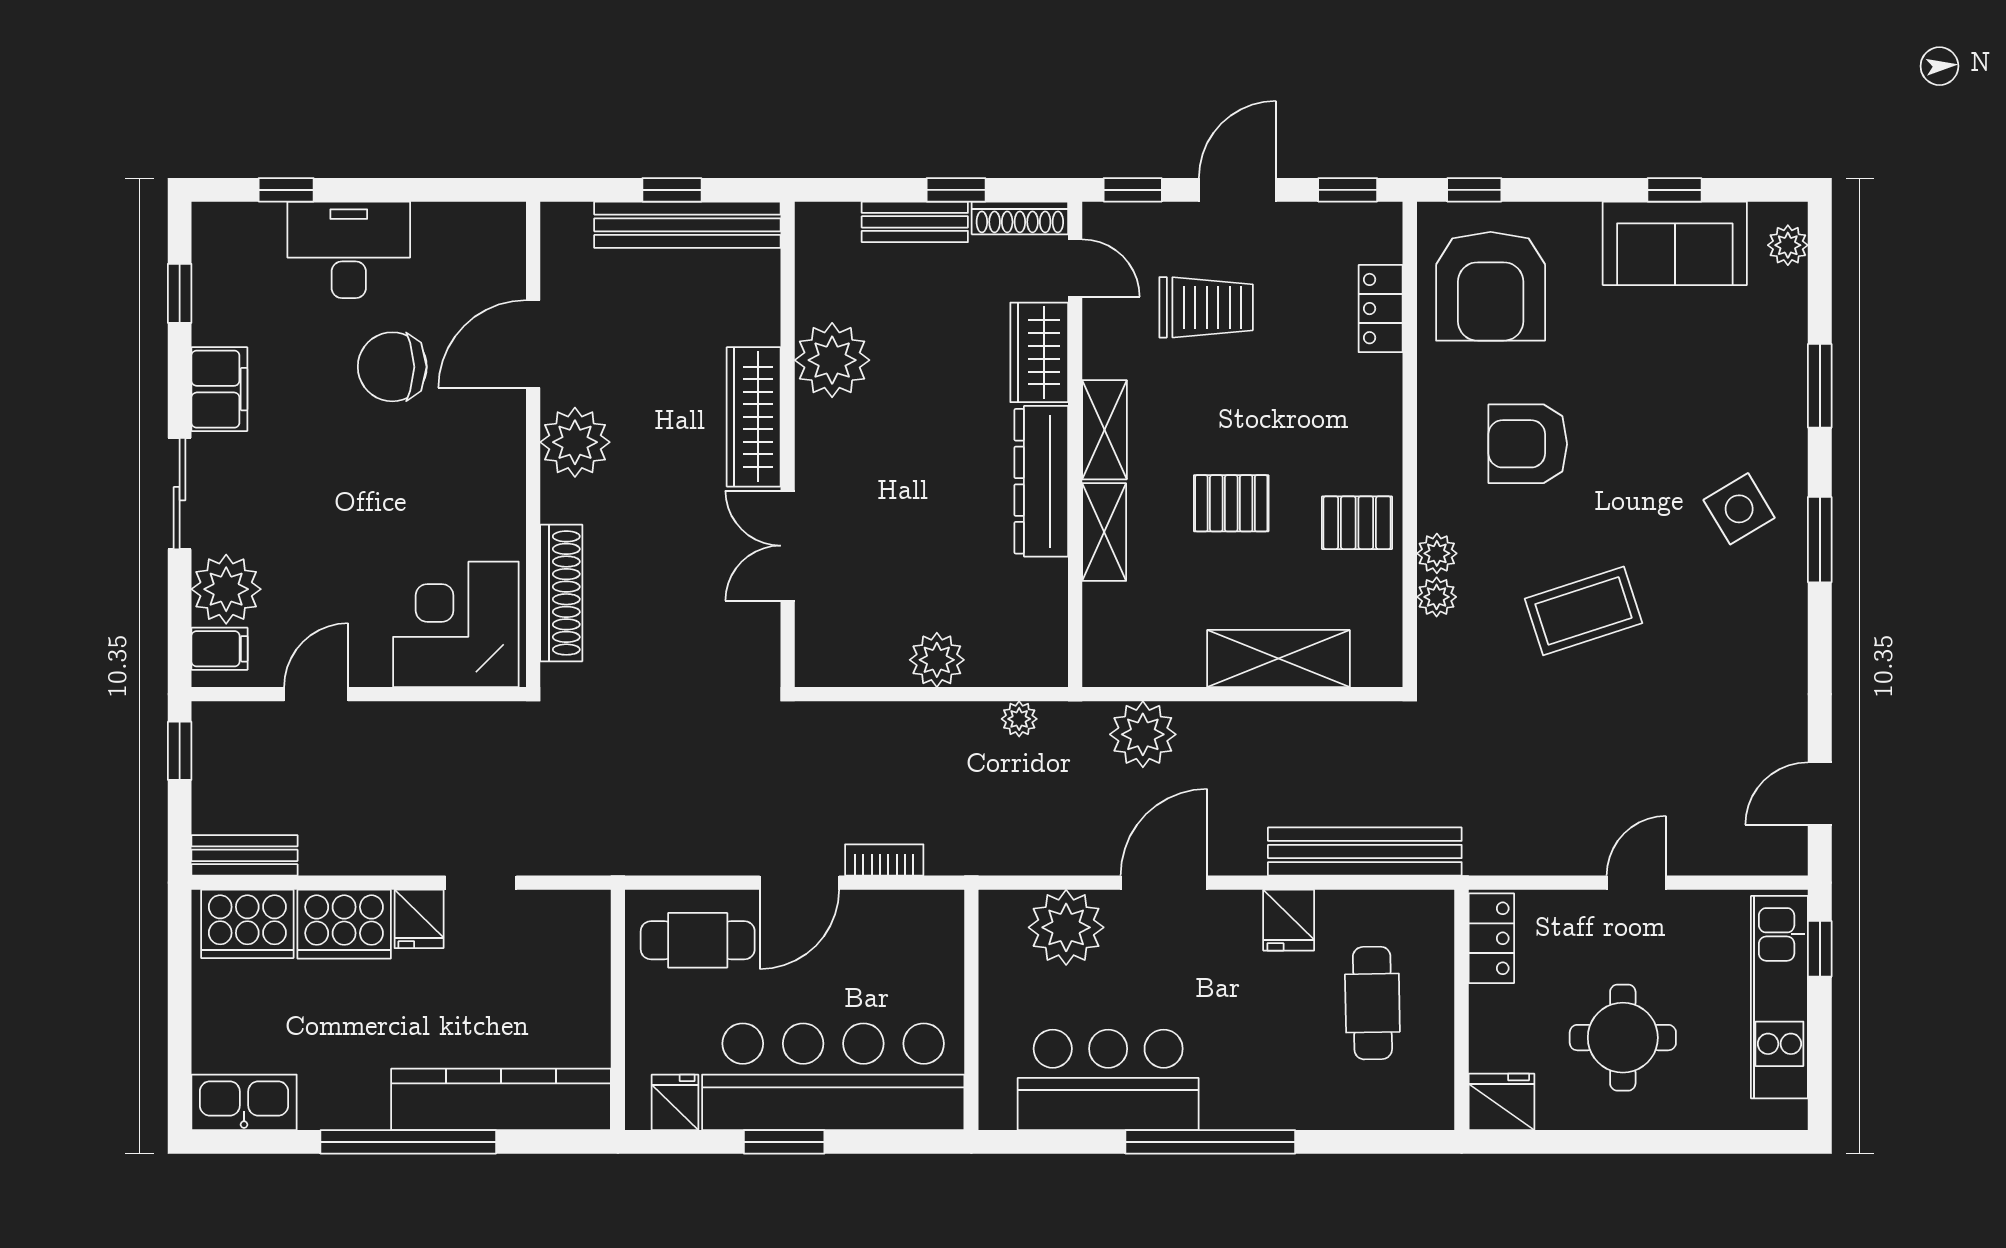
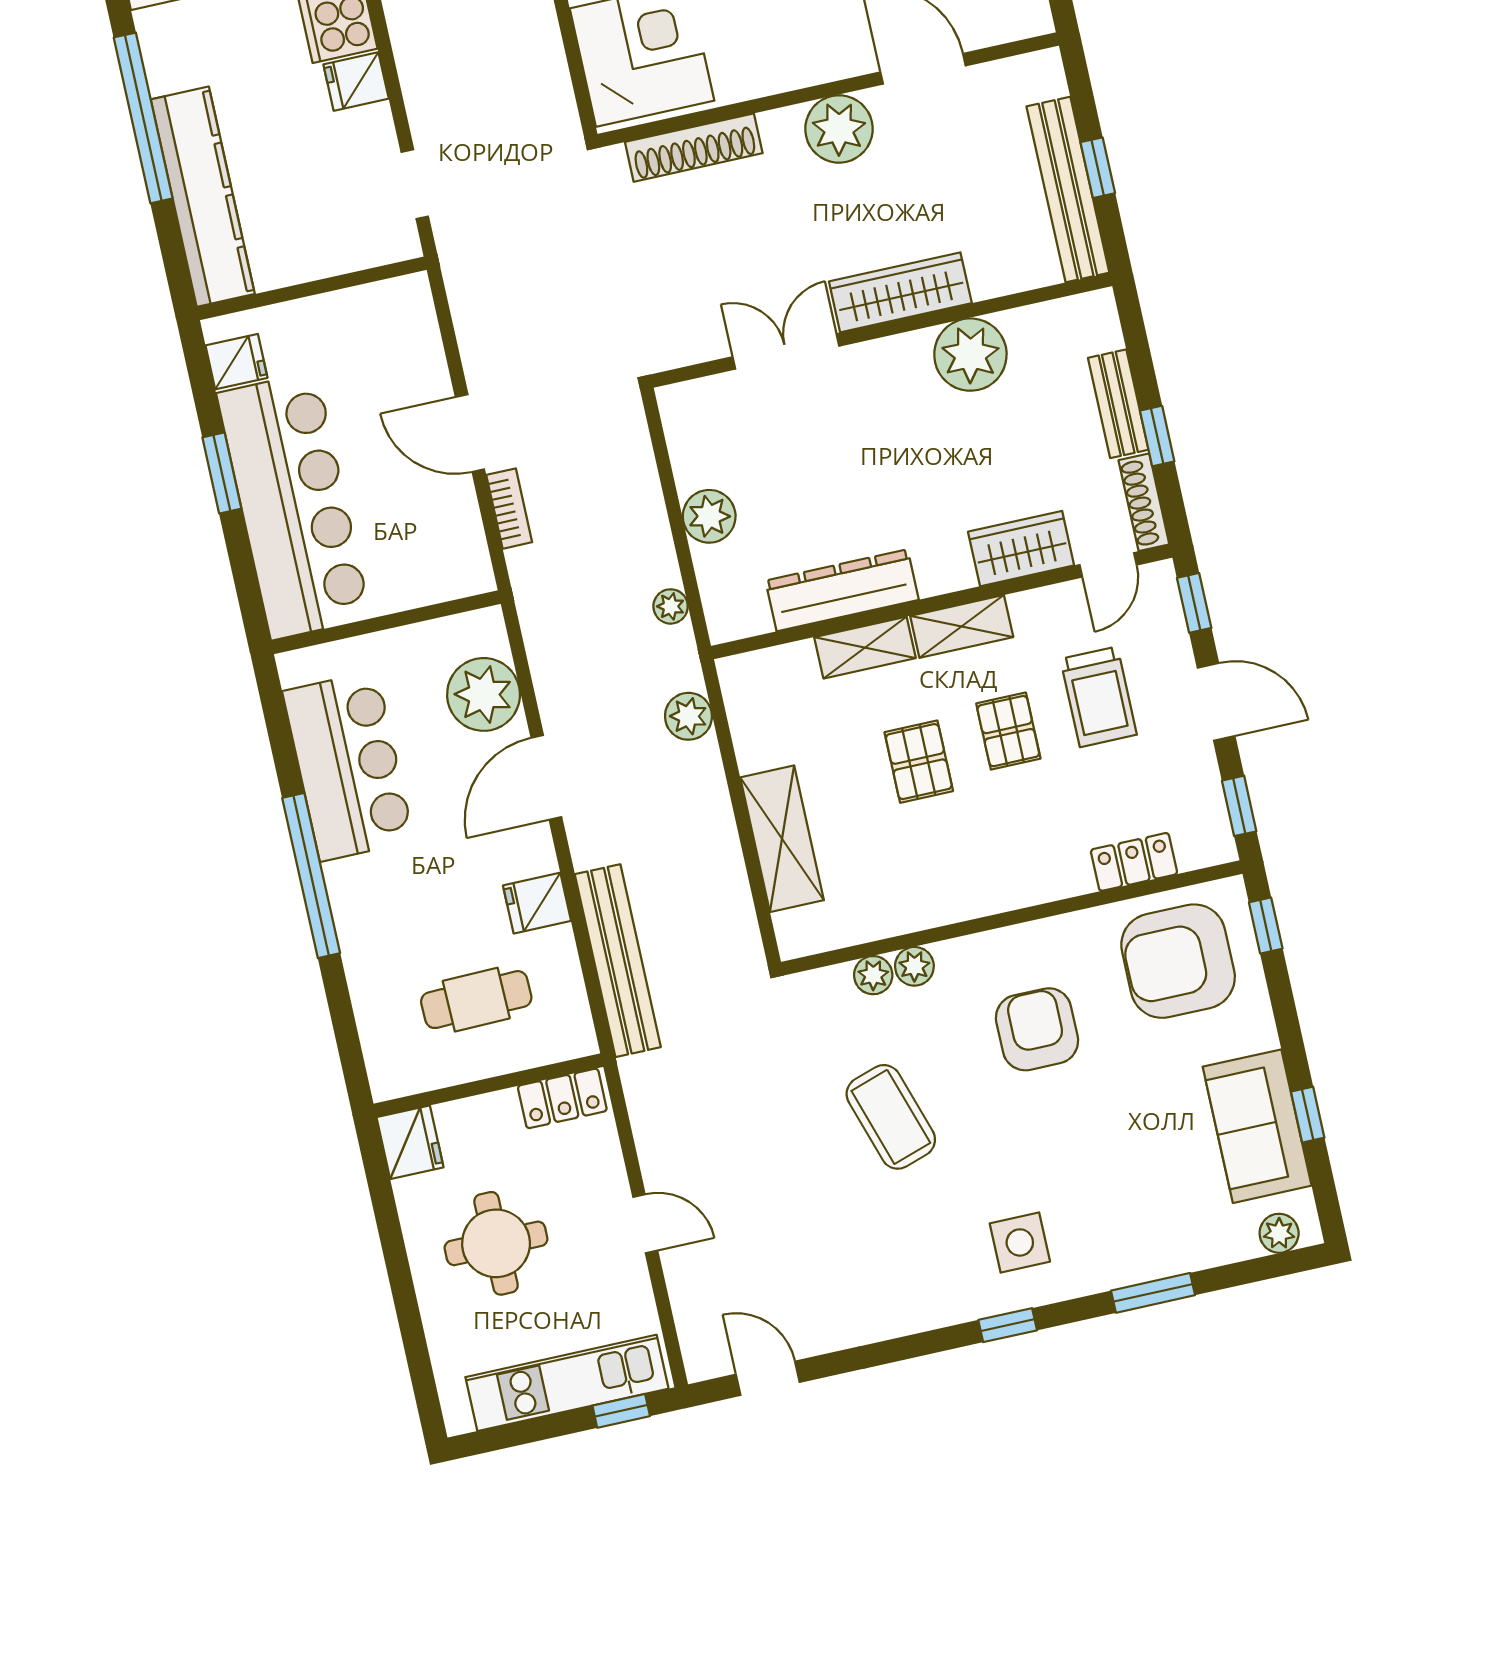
dresser: (1041, 481) -> (842, 590), moved
side table: (1739, 509) -> (1020, 1242), turned 31
pallet: (1357, 523) -> (1008, 731), moved
window: (1820, 540) -> (1008, 1325), width x0.67
plant: (1143, 734) -> (688, 716), width x0.73, depth x0.73
doorway: (481, 883) -> (415, 184), moved
door: (1164, 883) -> (546, 777), swing flipped
cafe table: (698, 940) -> (394, 349), removed

